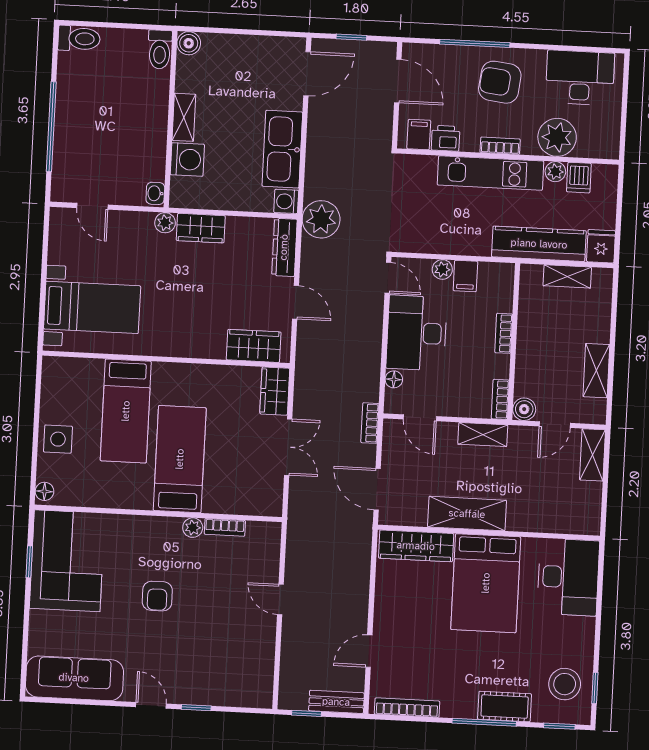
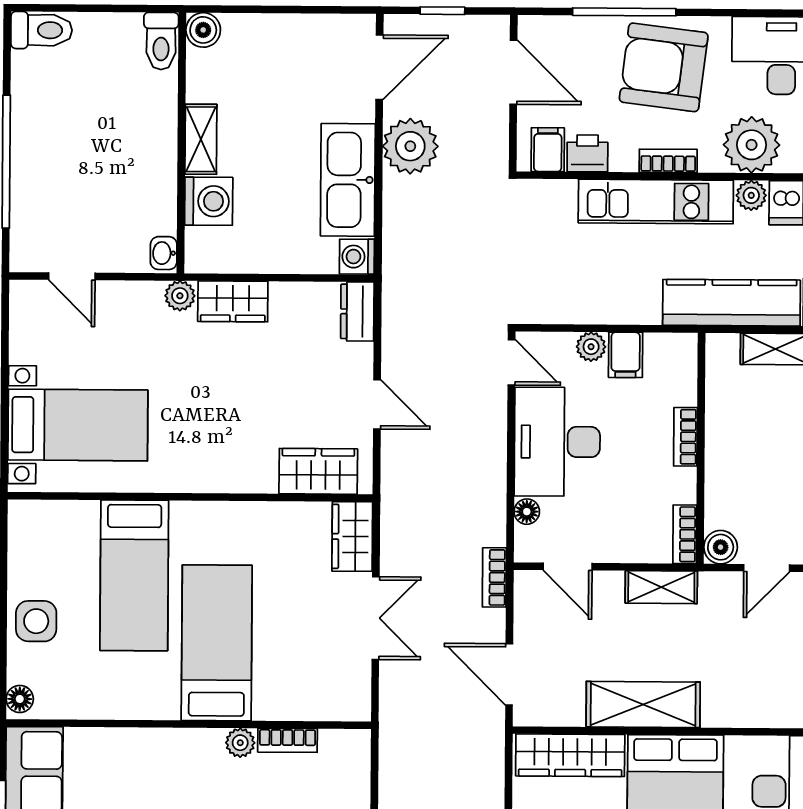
armchair: (500, 82) -> (664, 67), width x1.36, depth x1.36
plant: (321, 219) -> (410, 146), moved
dresser: (284, 247) -> (357, 311), width x0.70

